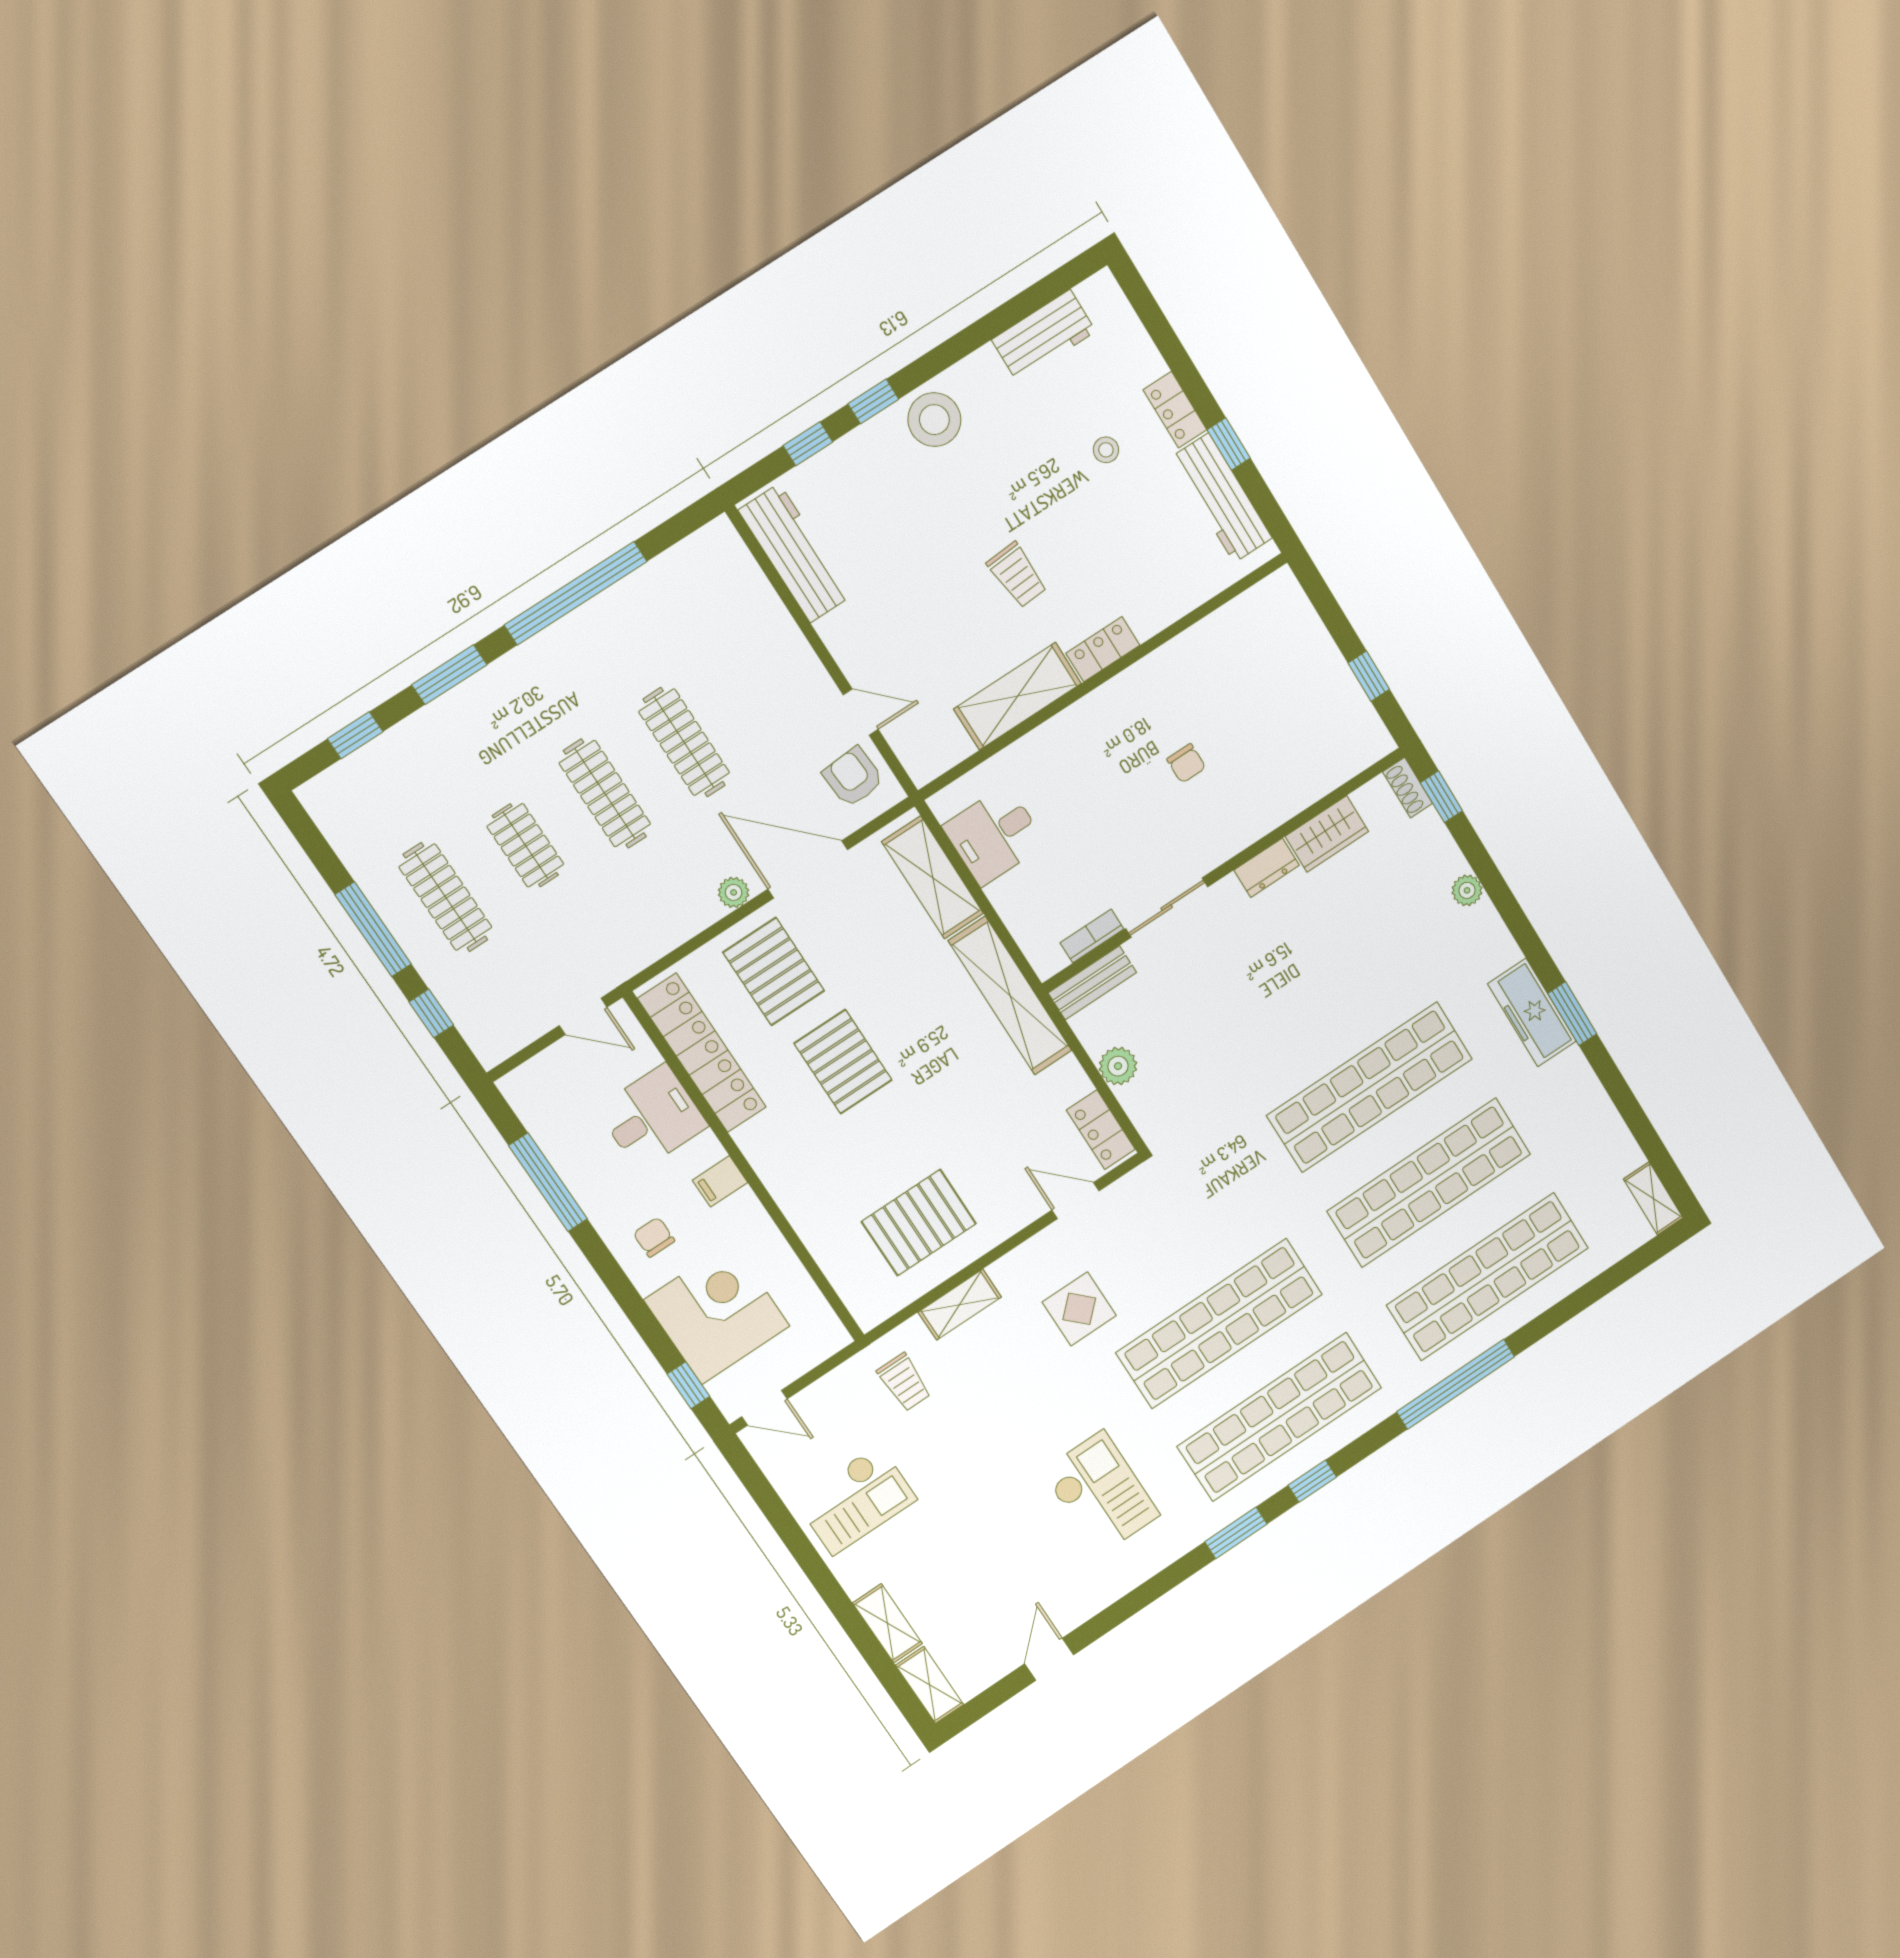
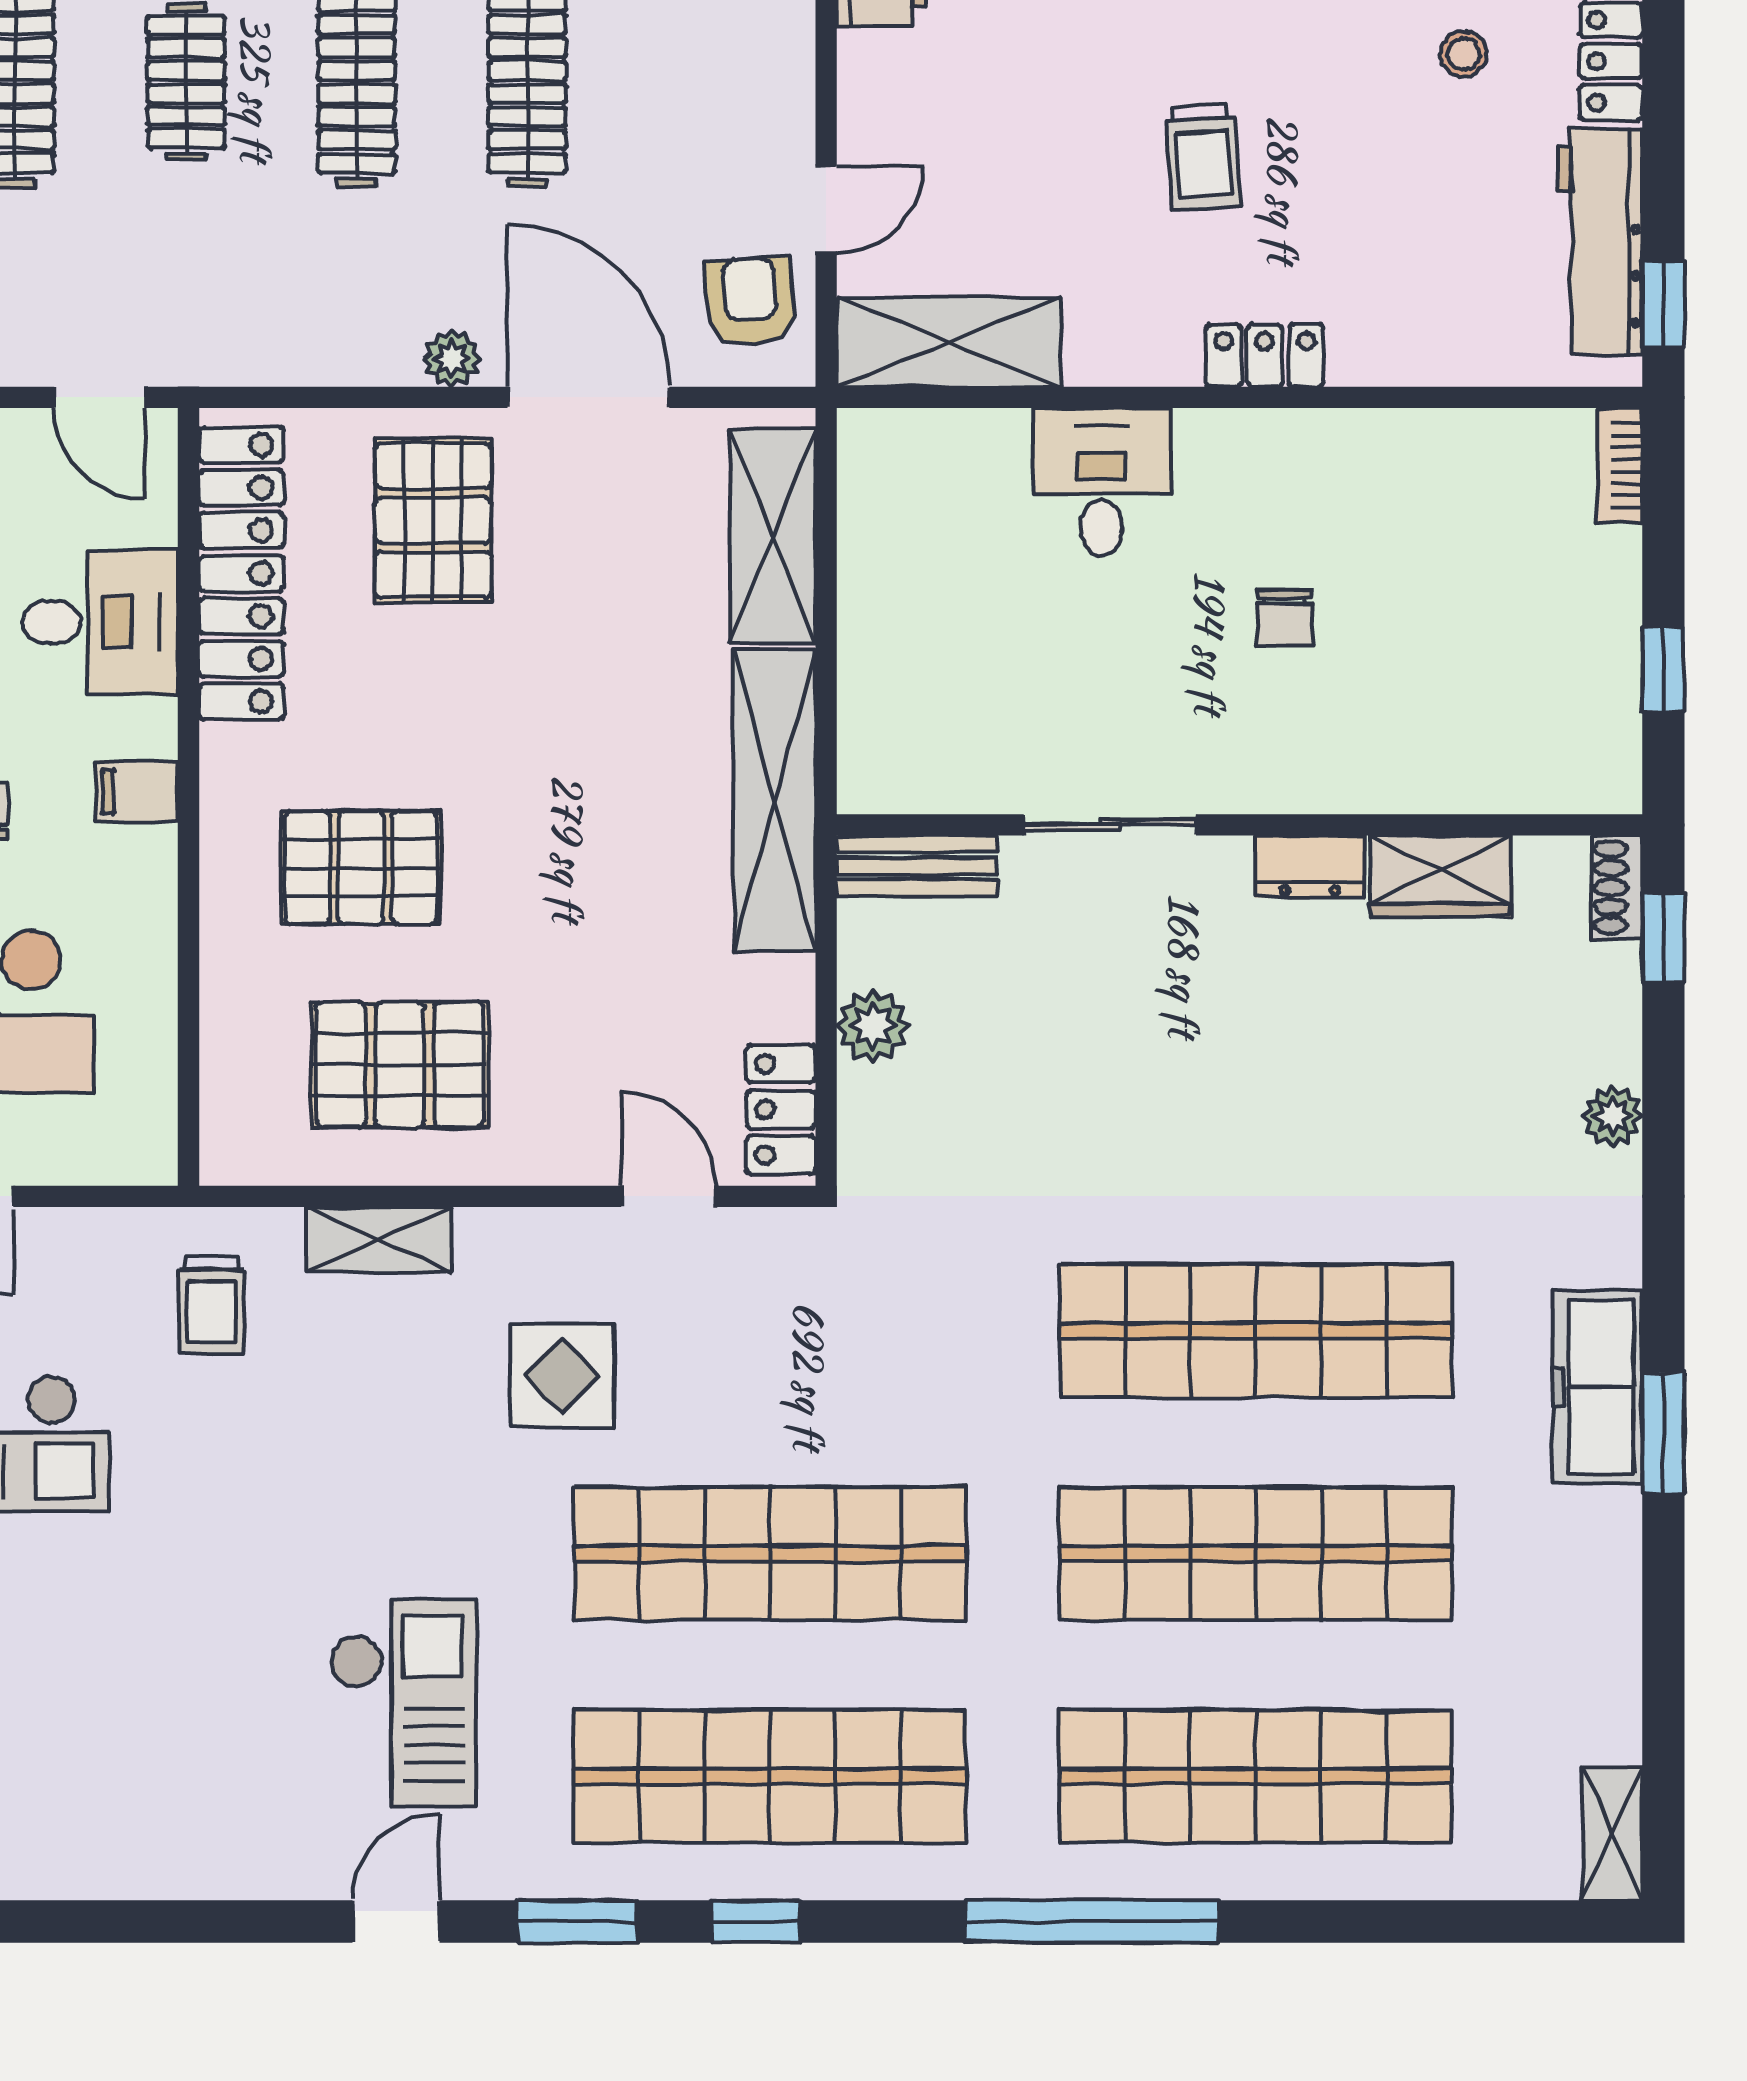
window: (1229, 444) -> (1663, 304), moved
shelving: (1017, 696) -> (949, 342), moved
door: (861, 712) -> (826, 210), hinge flipped
desk: (994, 835) -> (1102, 482), moved, turned 90
bookcase: (1092, 936) -> (1620, 465), moved, turned -90
pallet: (843, 1062) -> (361, 868), moved, turned 90
door: (1049, 1659) -> (396, 1921), moved

